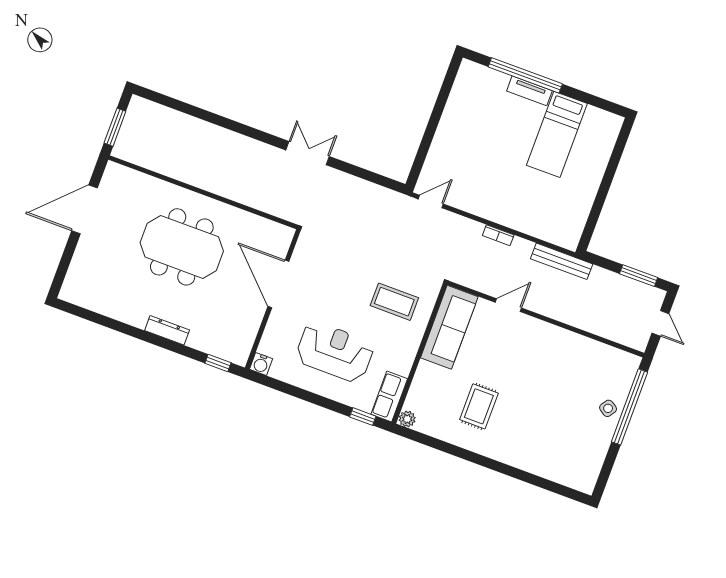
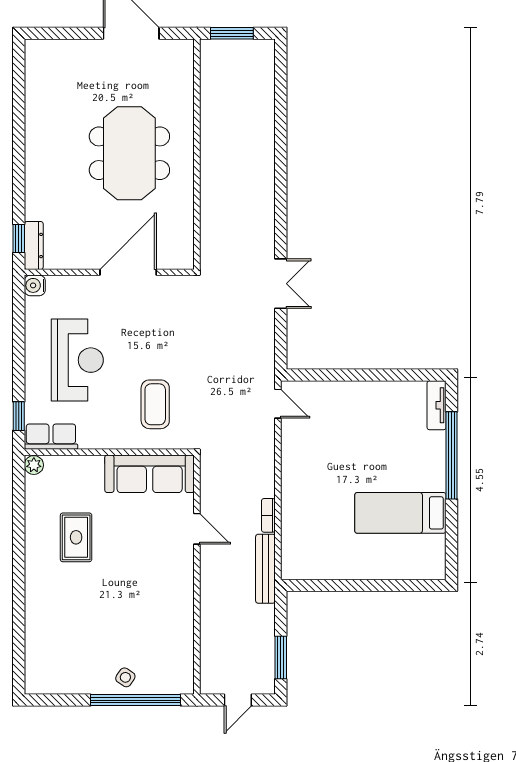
tv unit: (529, 91) -> (437, 405), moved
double door: (308, 153) -> (281, 284), moved
bookcase: (498, 235) -> (268, 515), moved
dresser: (167, 330) -> (34, 245), moved
rug: (479, 406) -> (76, 537), turned 90

